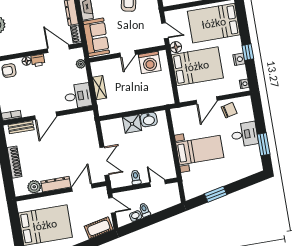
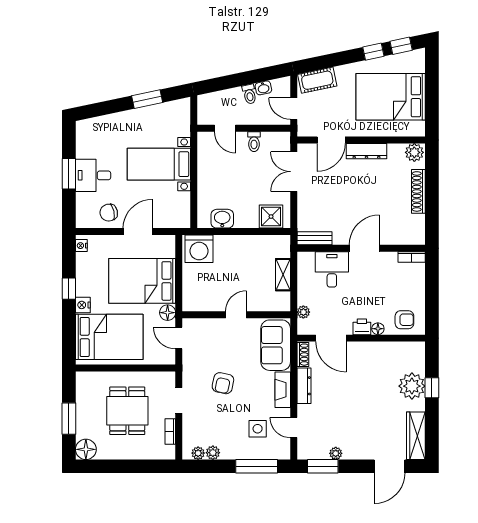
nightstand: (239, 59) -> (83, 305), moved
washing machine: (150, 62) -> (199, 249), moved, turned 180
desk: (78, 96) -> (332, 269), moved, turned 90
shower: (132, 124) -> (271, 217), moved
bench: (21, 127) -> (314, 238), moved
window: (264, 144) -> (69, 174), moved
plant: (34, 187) -> (414, 152), moved

